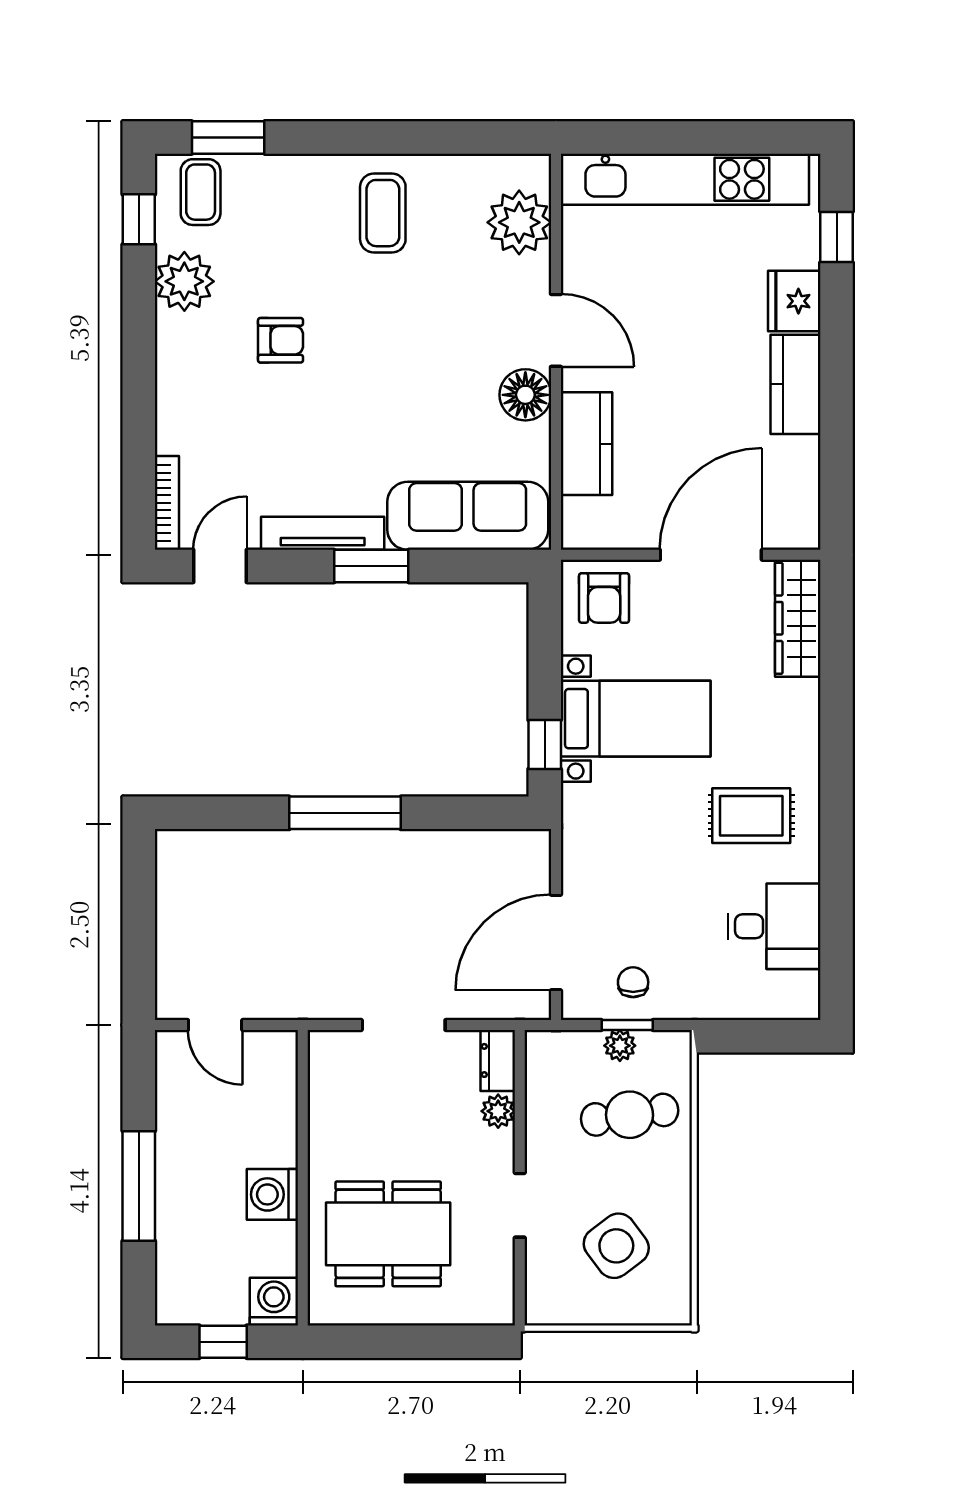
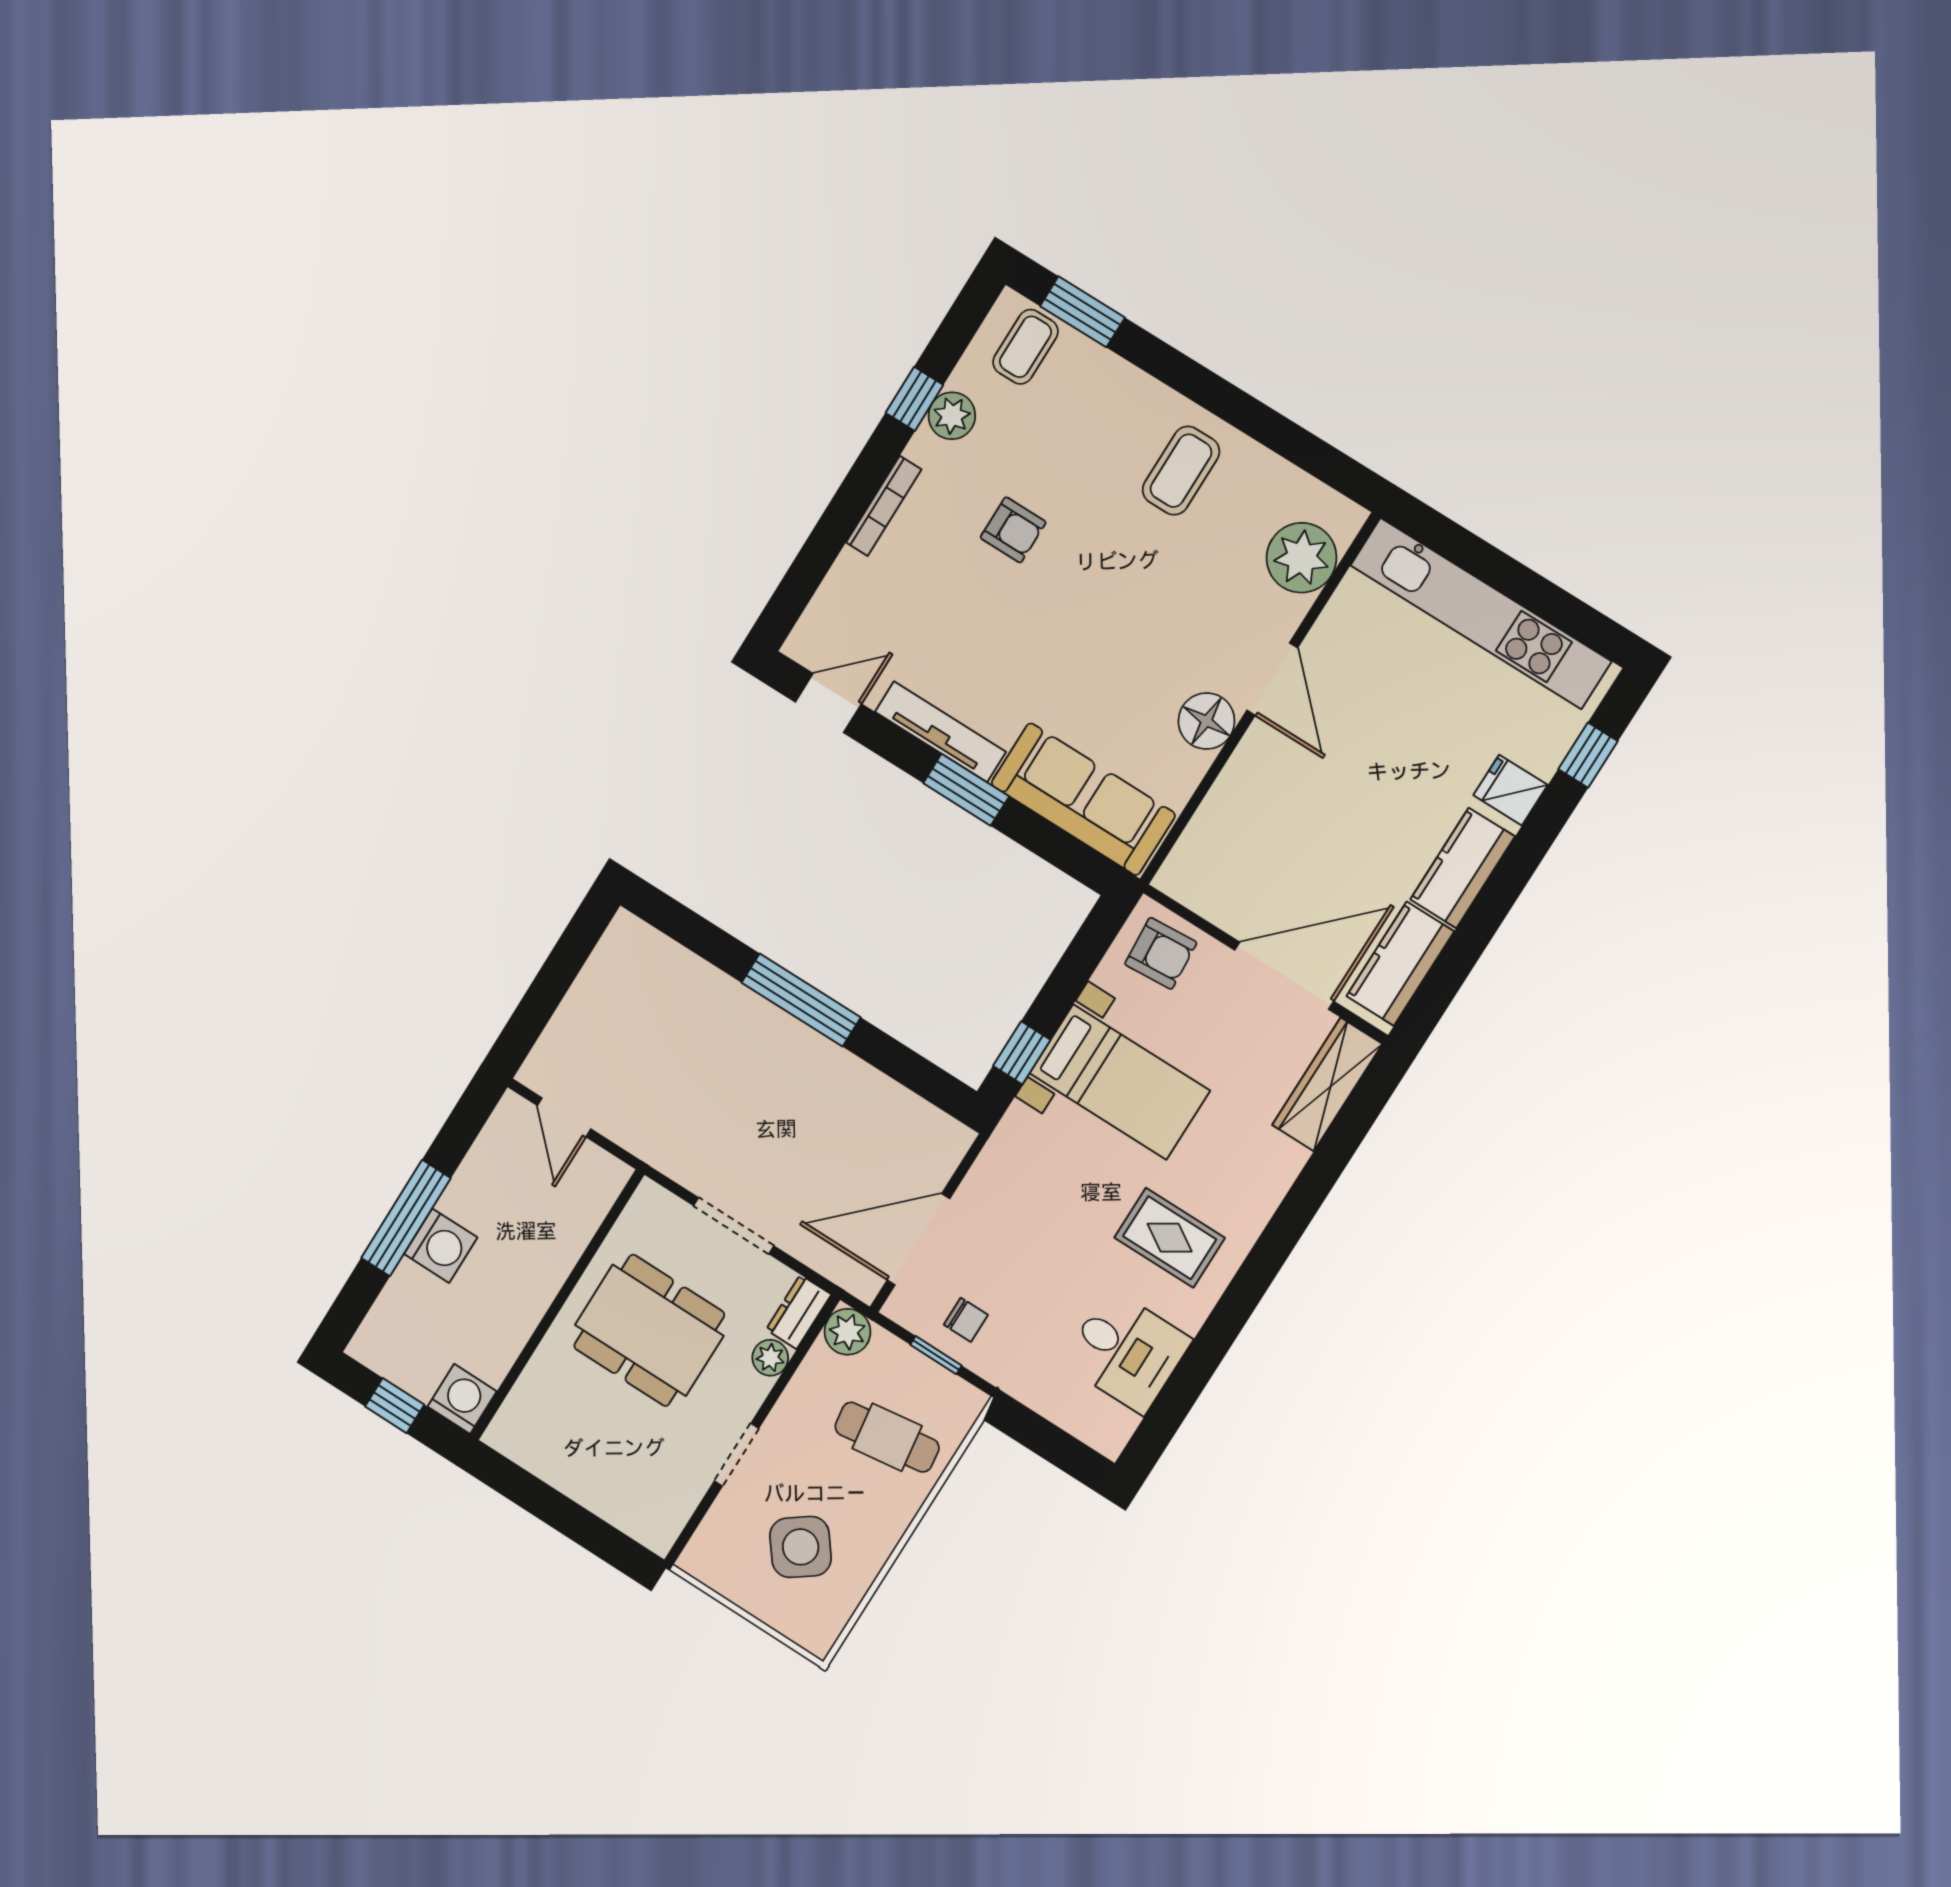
window: (139, 219) -> (914, 399), moved
plant: (184, 281) -> (952, 416), width x0.73, depth x0.73
fridge: (794, 301) -> (1511, 790), width x0.72
kitchen counter: (586, 444) -> (1400, 964), moved, turned 180
bookcase: (167, 503) -> (884, 506), moved
armchair: (604, 598) -> (1161, 953), turned -94
chair: (633, 982) -> (966, 1320), turned 90
plant: (620, 1046) -> (847, 1332), moved, width x1.38, depth x1.38
washing machine: (272, 1194) -> (441, 1246), moved, turned 180
dining table: (388, 1234) -> (649, 1330), moved

